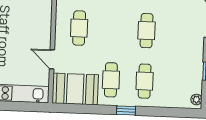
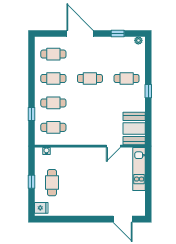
cafe table: (79, 28) -> (90, 127), removed
cafe table: (111, 80) -> (127, 103), removed

